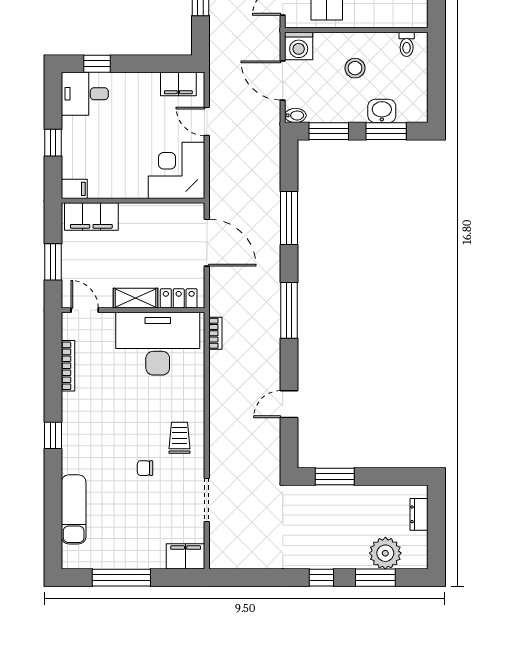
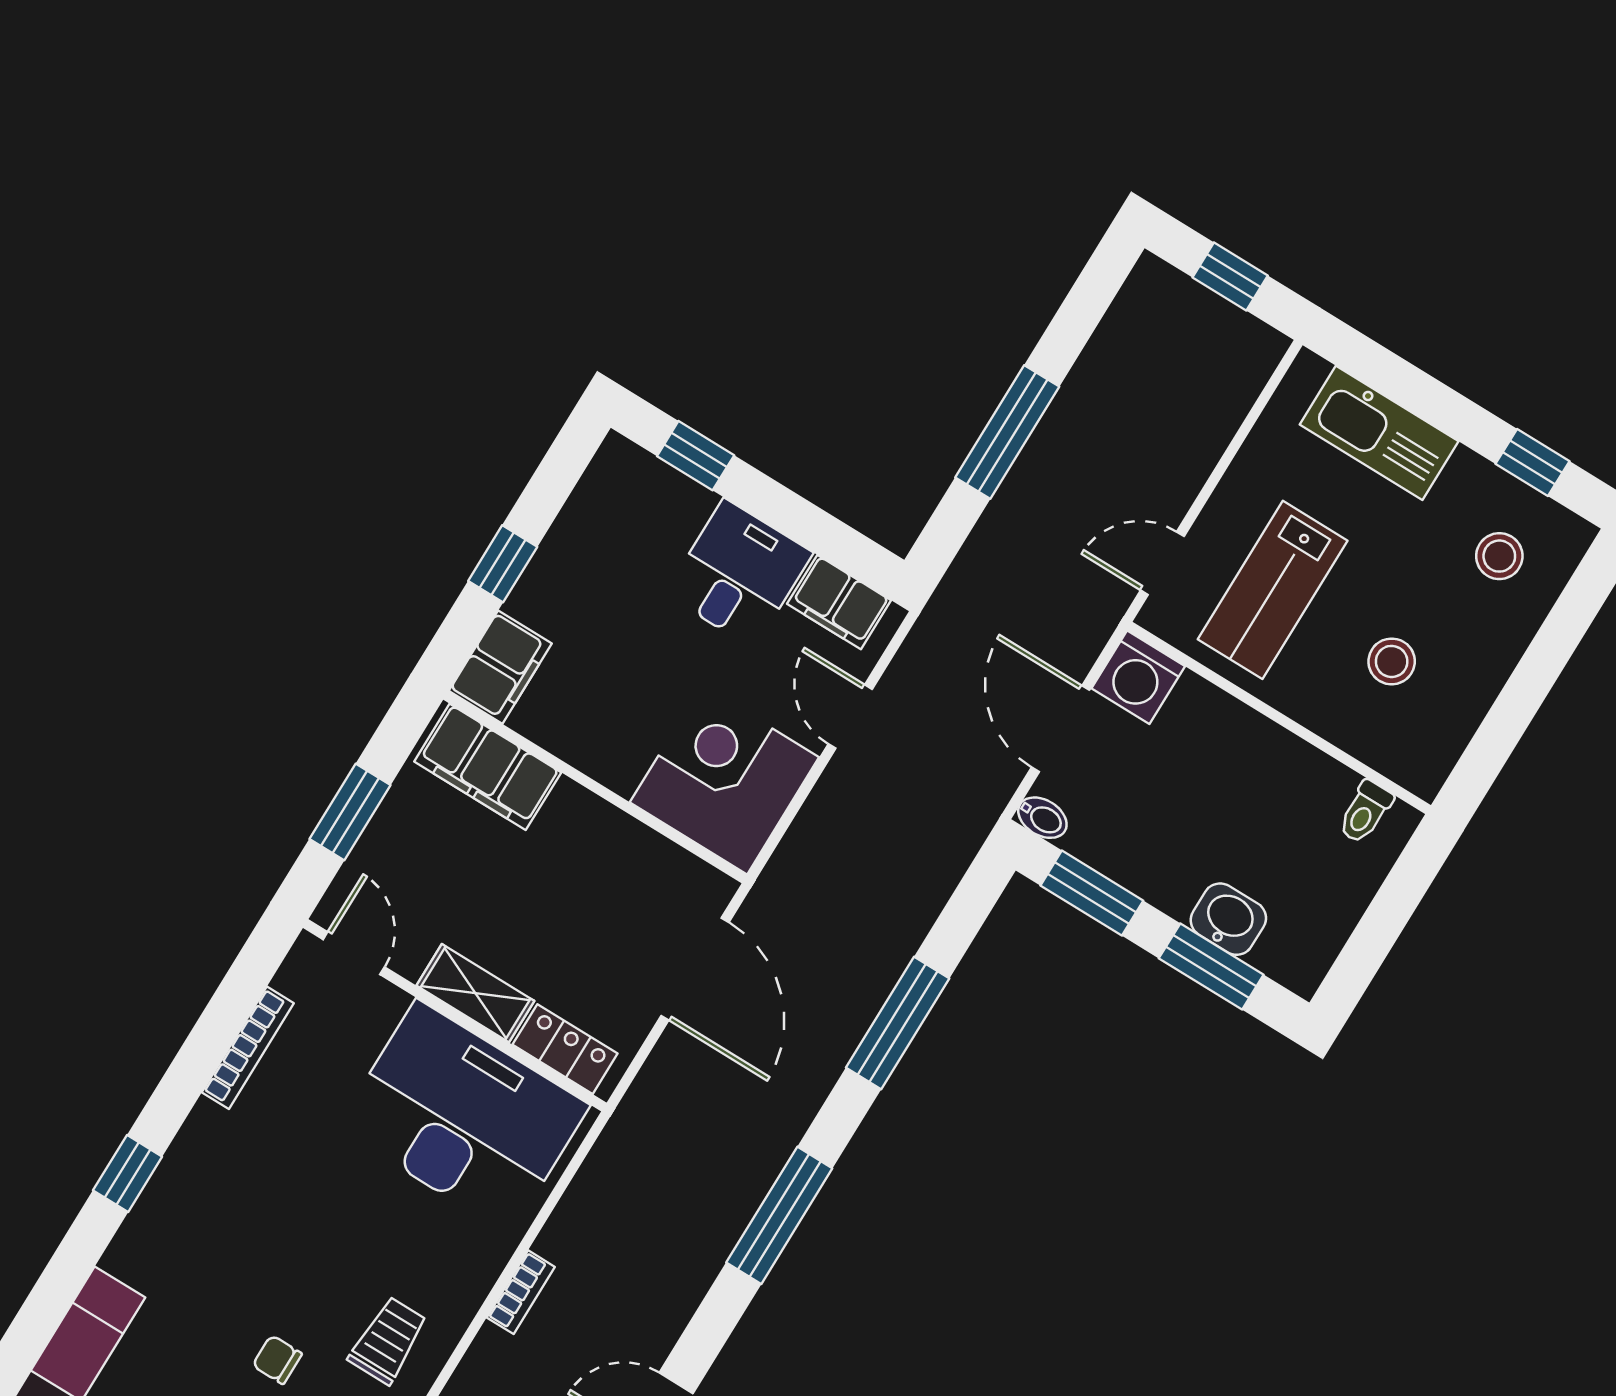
stool: (355, 68) -> (1227, 796), removed
desk: (85, 94) -> (739, 573), moved, turned 90
filing cabinet: (74, 189) -> (500, 667), width x2.00
bookcase: (215, 333) -> (521, 1292), moved

